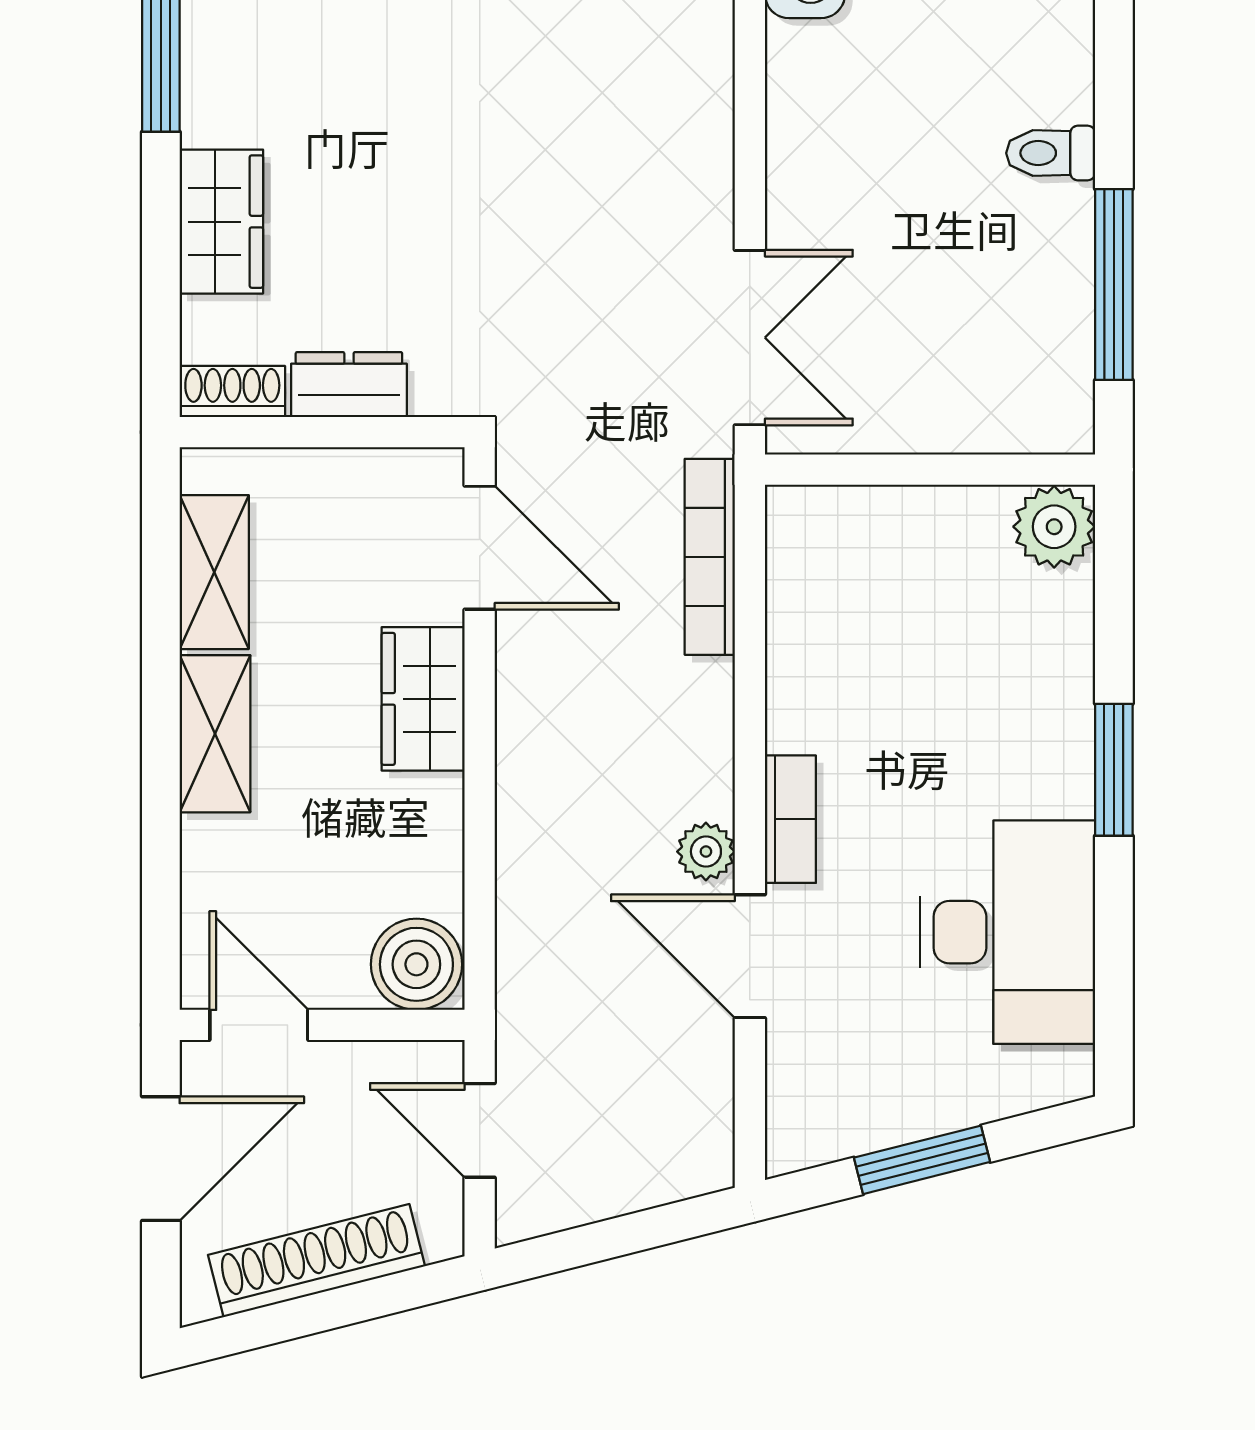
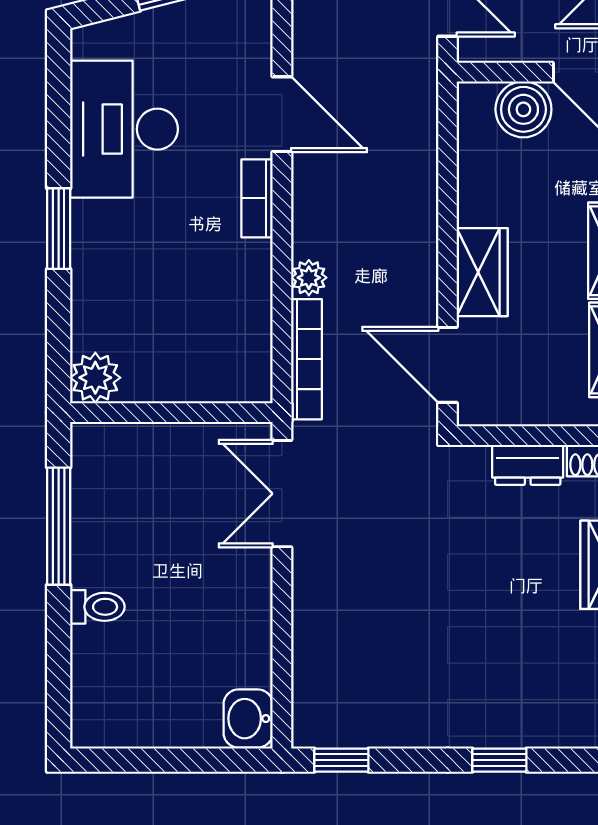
plant: (706, 852) -> (309, 278), moved
boiler: (416, 964) -> (523, 109), moved

